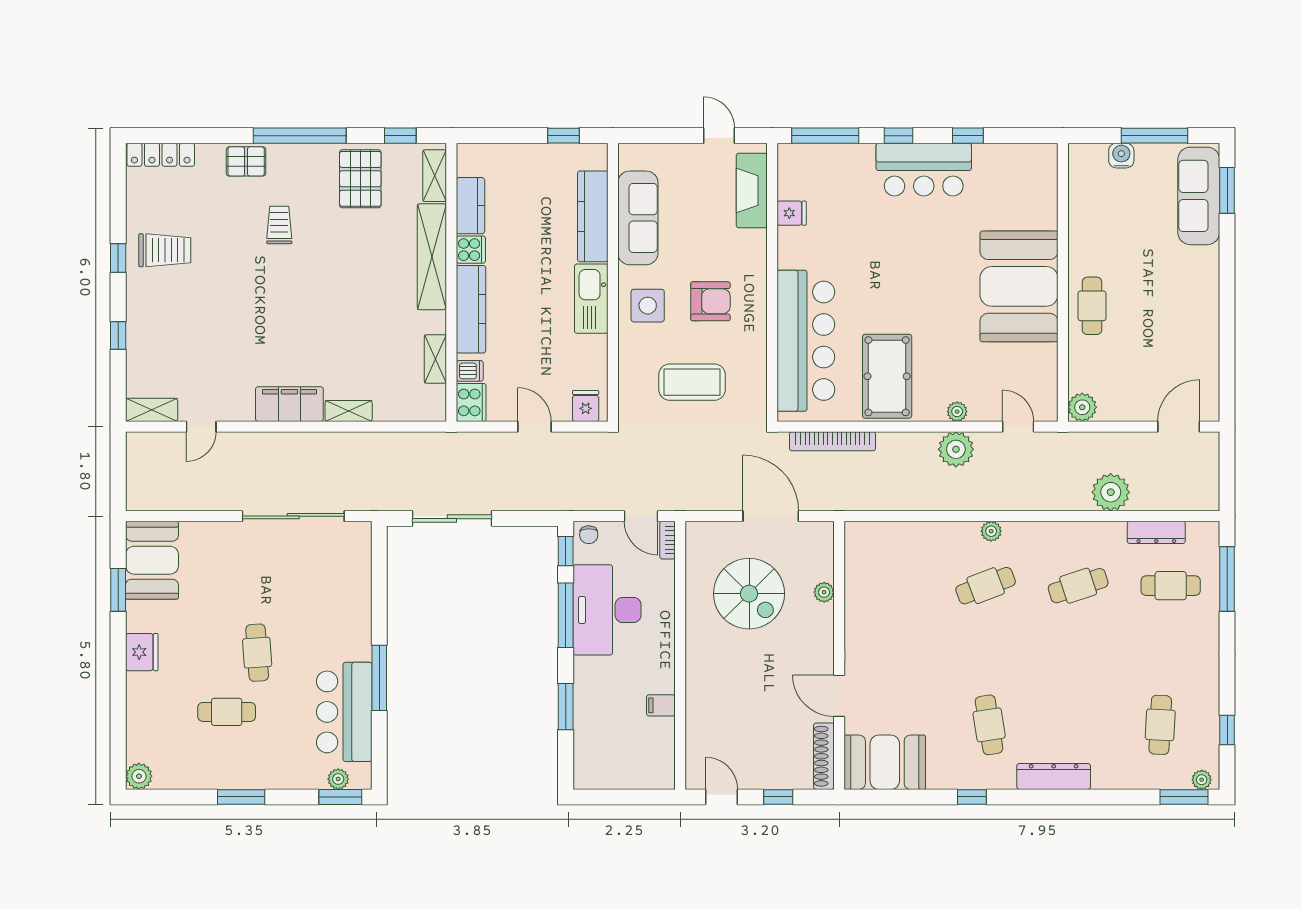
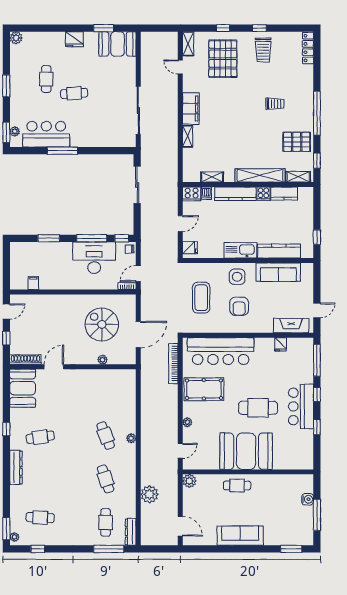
pallet: (246, 161) -> (223, 59), moved, width x2.05, depth x2.00
sofa: (1199, 196) -> (240, 536), moved
cafe table: (927, 261) -> (258, 408), added
plant: (956, 449) -> (170, 422), removed
dresser: (1156, 532) -> (131, 532), moved
spiral stairs: (749, 594) -> (102, 324), turned 90
filing cabinet: (661, 705) -> (33, 283), moved

